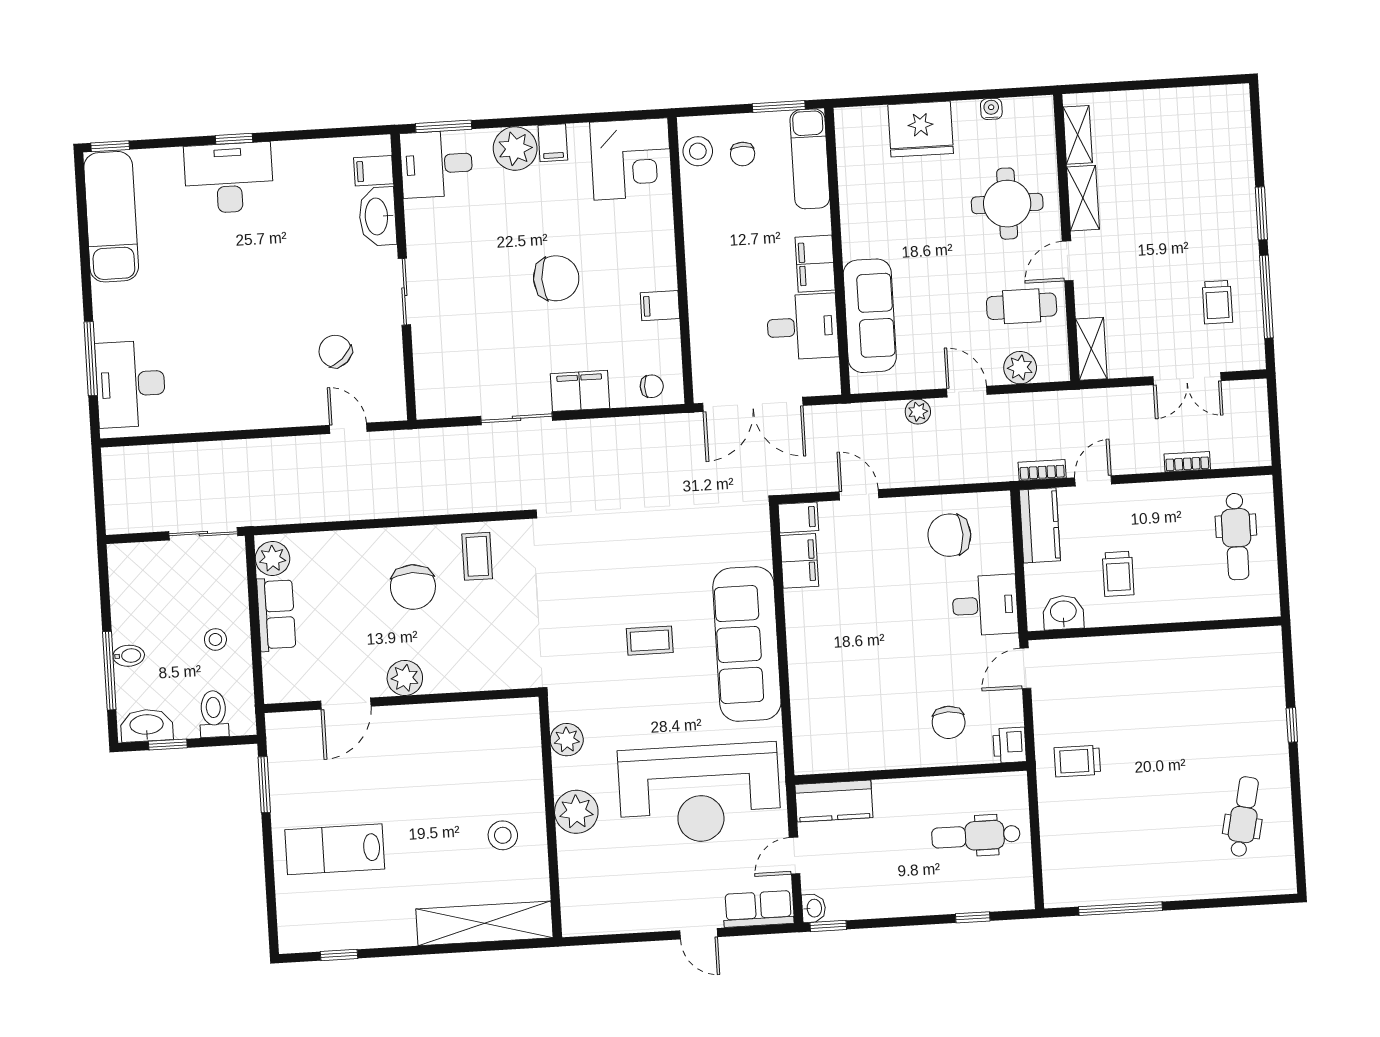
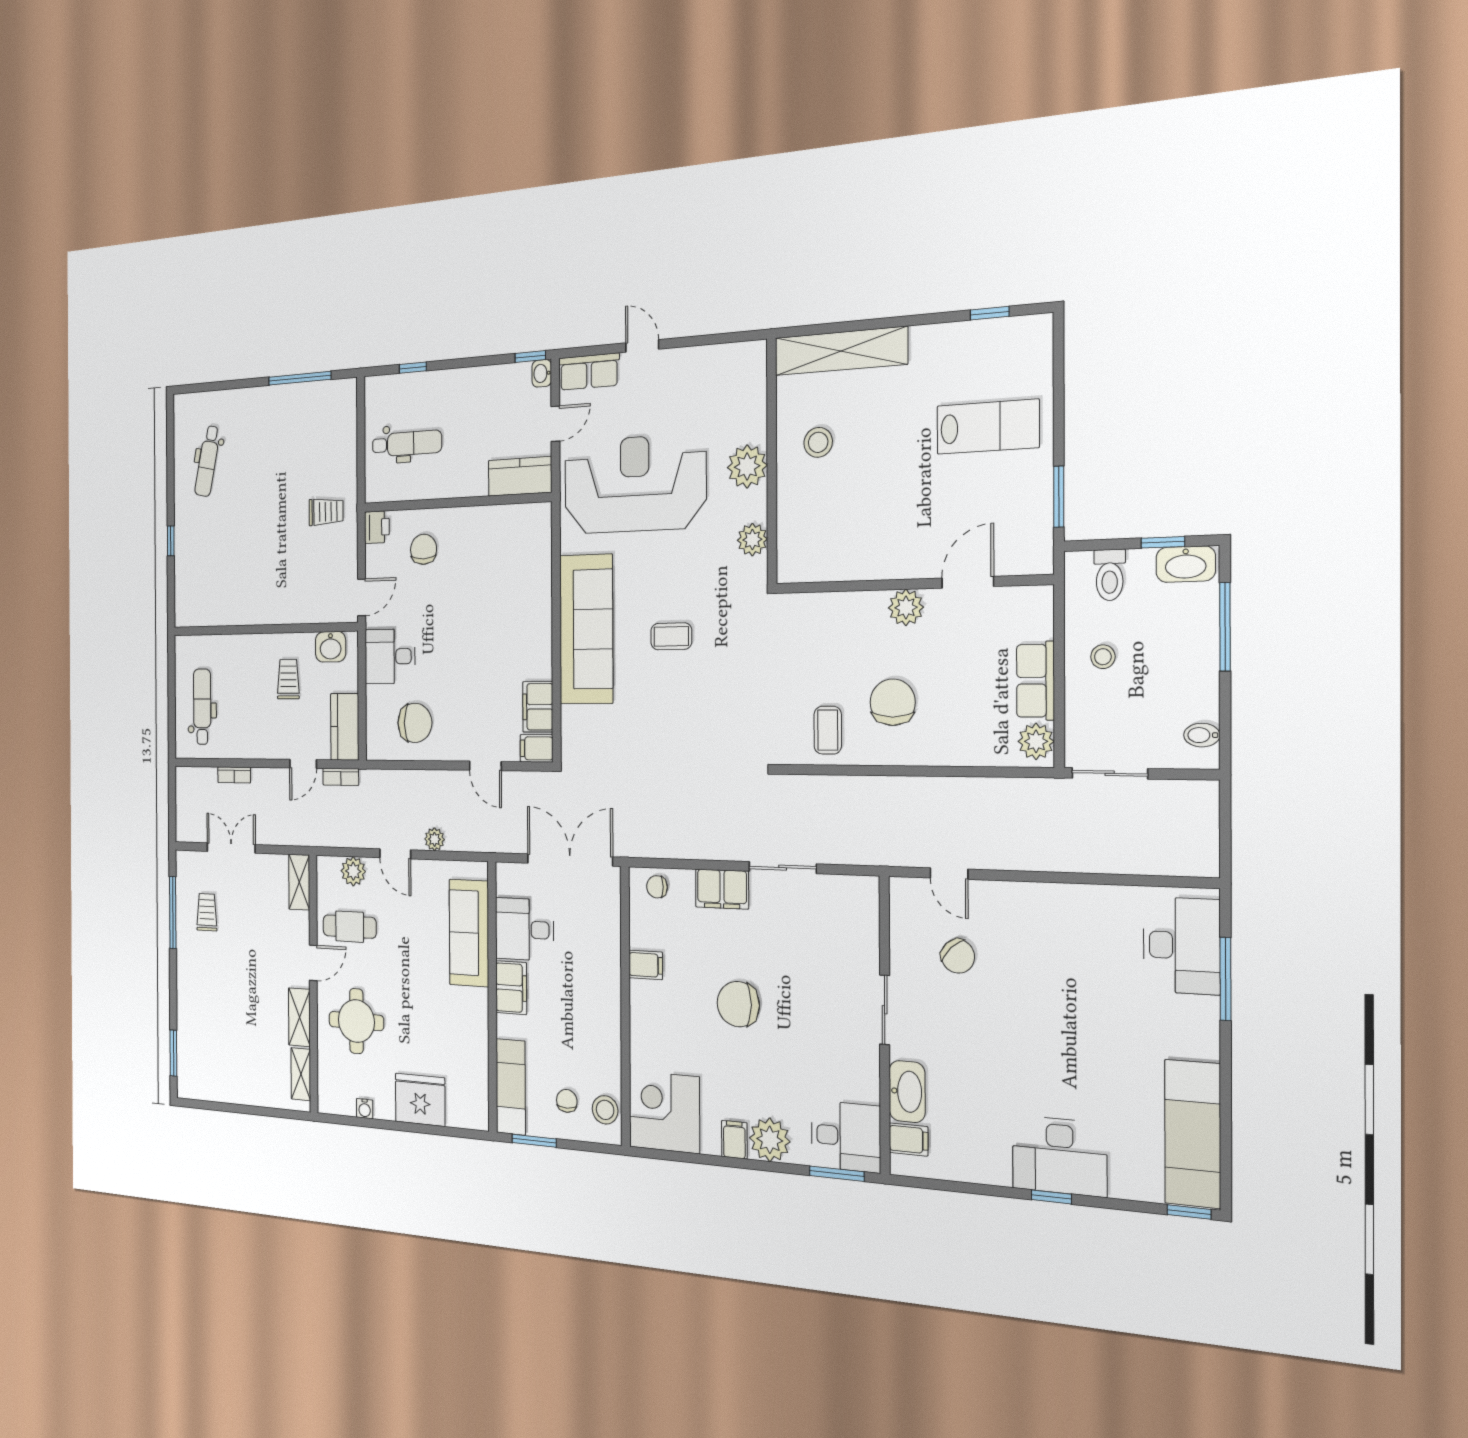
window: (1261, 213) -> (173, 1053), moved
bidet: (129, 656) -> (1202, 735), moved

